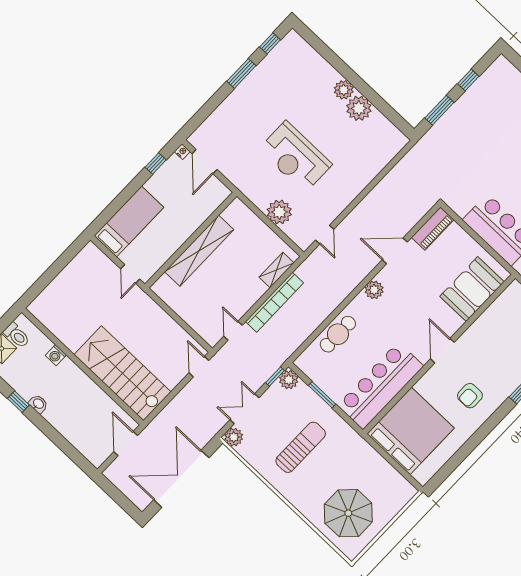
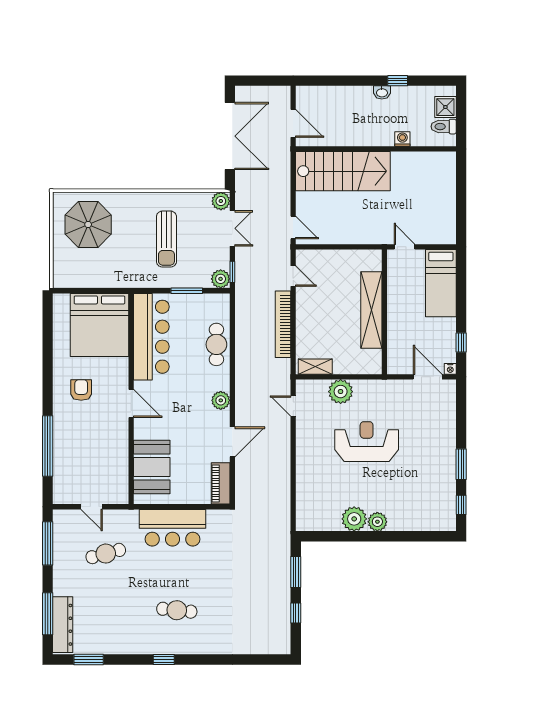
shelving: (277, 270) -> (315, 367), moved, turned 90

